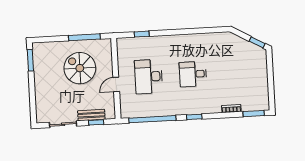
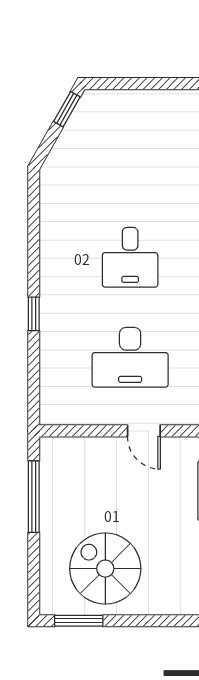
window: (142, 34) -> (34, 314), moved
spiral stairs: (80, 68) -> (105, 569), moved, turned 90

